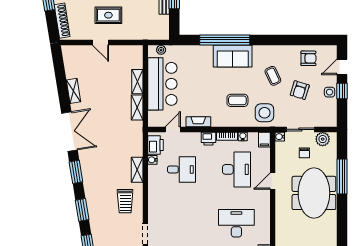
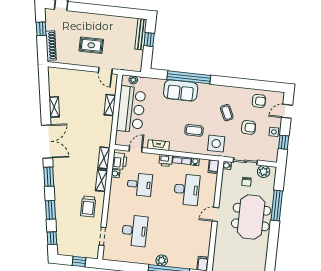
door: (101, 42) -> (105, 70), moved
sofa: (233, 56) -> (181, 90), moved
armchair: (300, 90) -> (249, 127), turned -107
window: (342, 91) -> (284, 142), moved
shelving: (137, 108) -> (104, 158), moved
door: (273, 181) -> (216, 214), moved
desk: (236, 223) -> (135, 231), moved, turned 90

